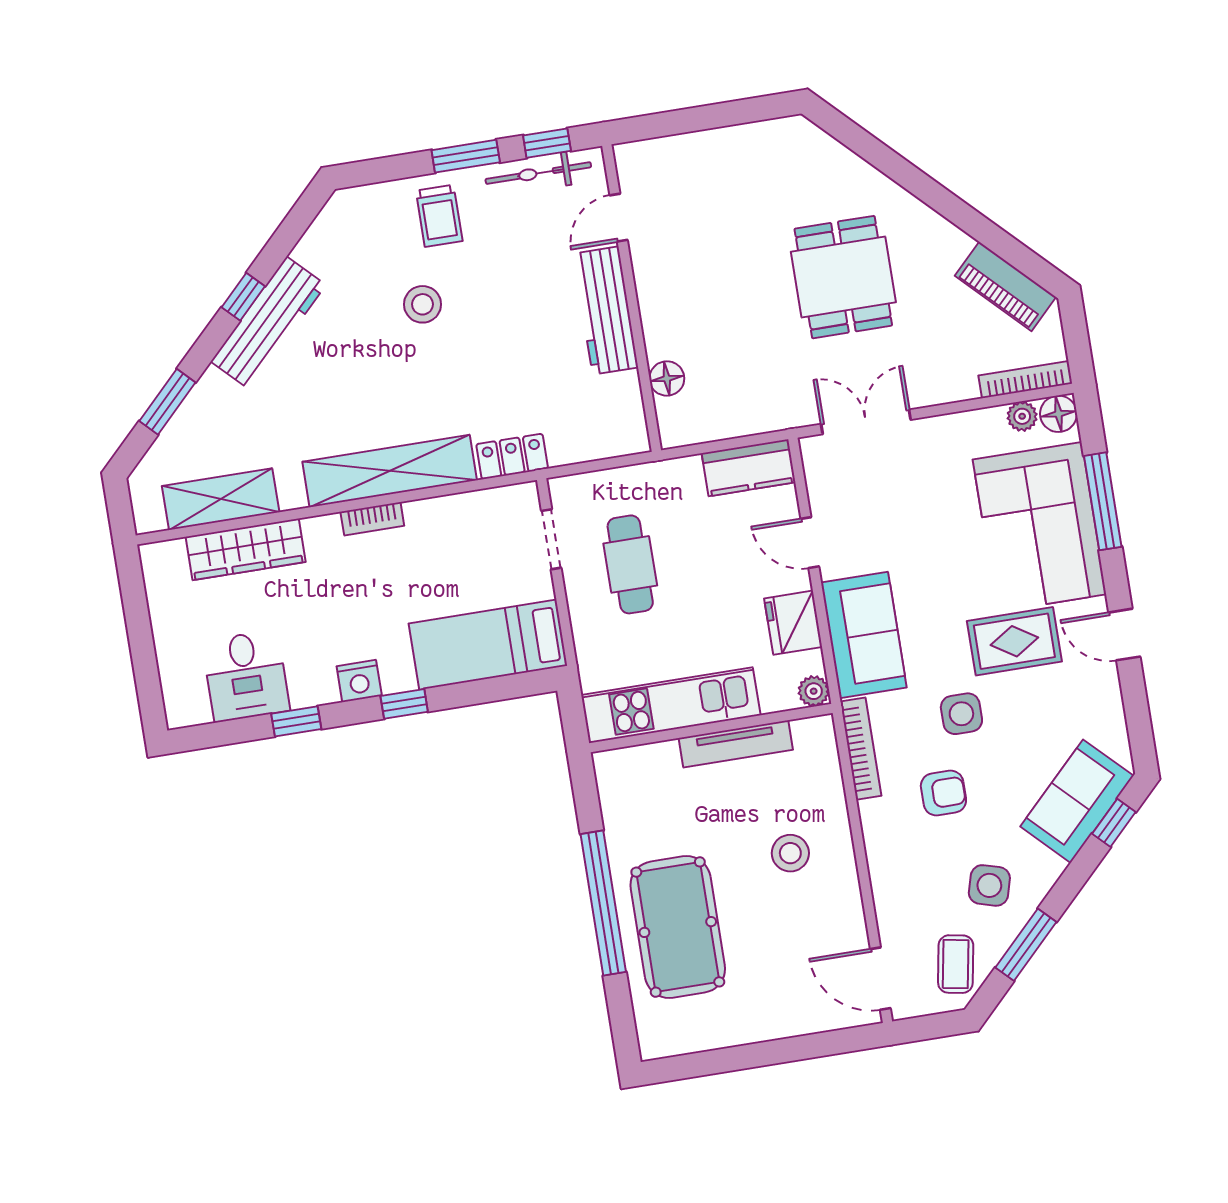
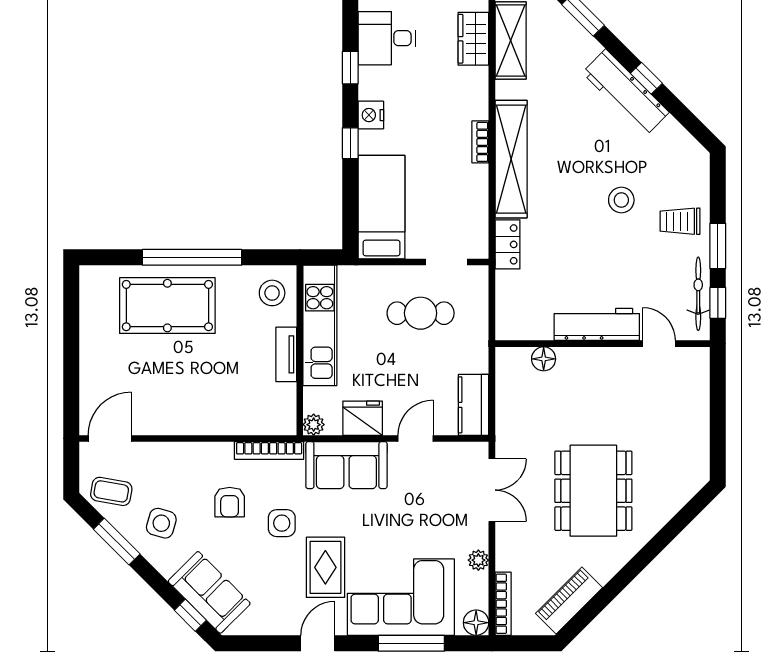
dining table: (843, 277) -> (593, 491), width x1.38
plant: (1022, 416) -> (478, 560), moved
wardrobe: (246, 549) -> (473, 39), width x0.67
tv unit: (736, 744) -> (286, 354), width x0.71
stool: (790, 853) -> (272, 293), moved

